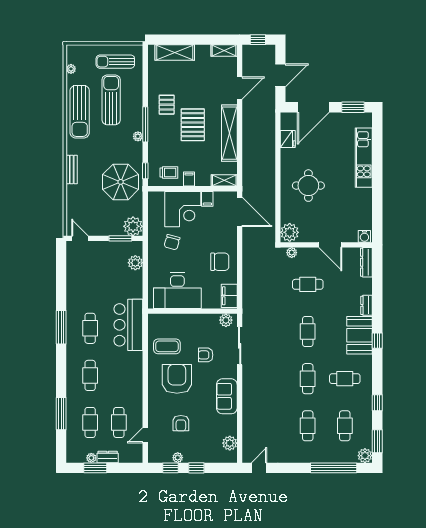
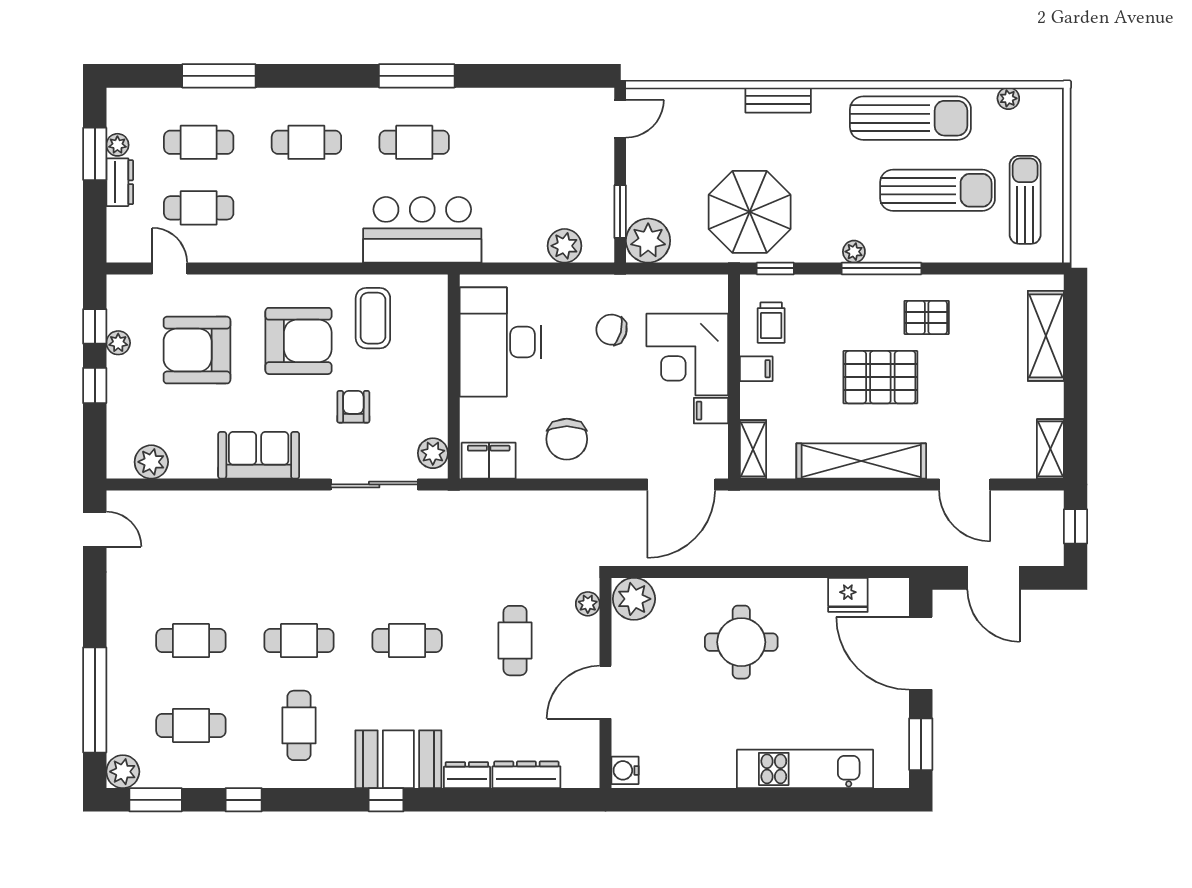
sun lounger: (80, 112) -> (910, 118), turned 180
dresser: (366, 262) -> (526, 775), moved
armchair: (181, 423) -> (197, 350), width x1.88, depth x1.88

